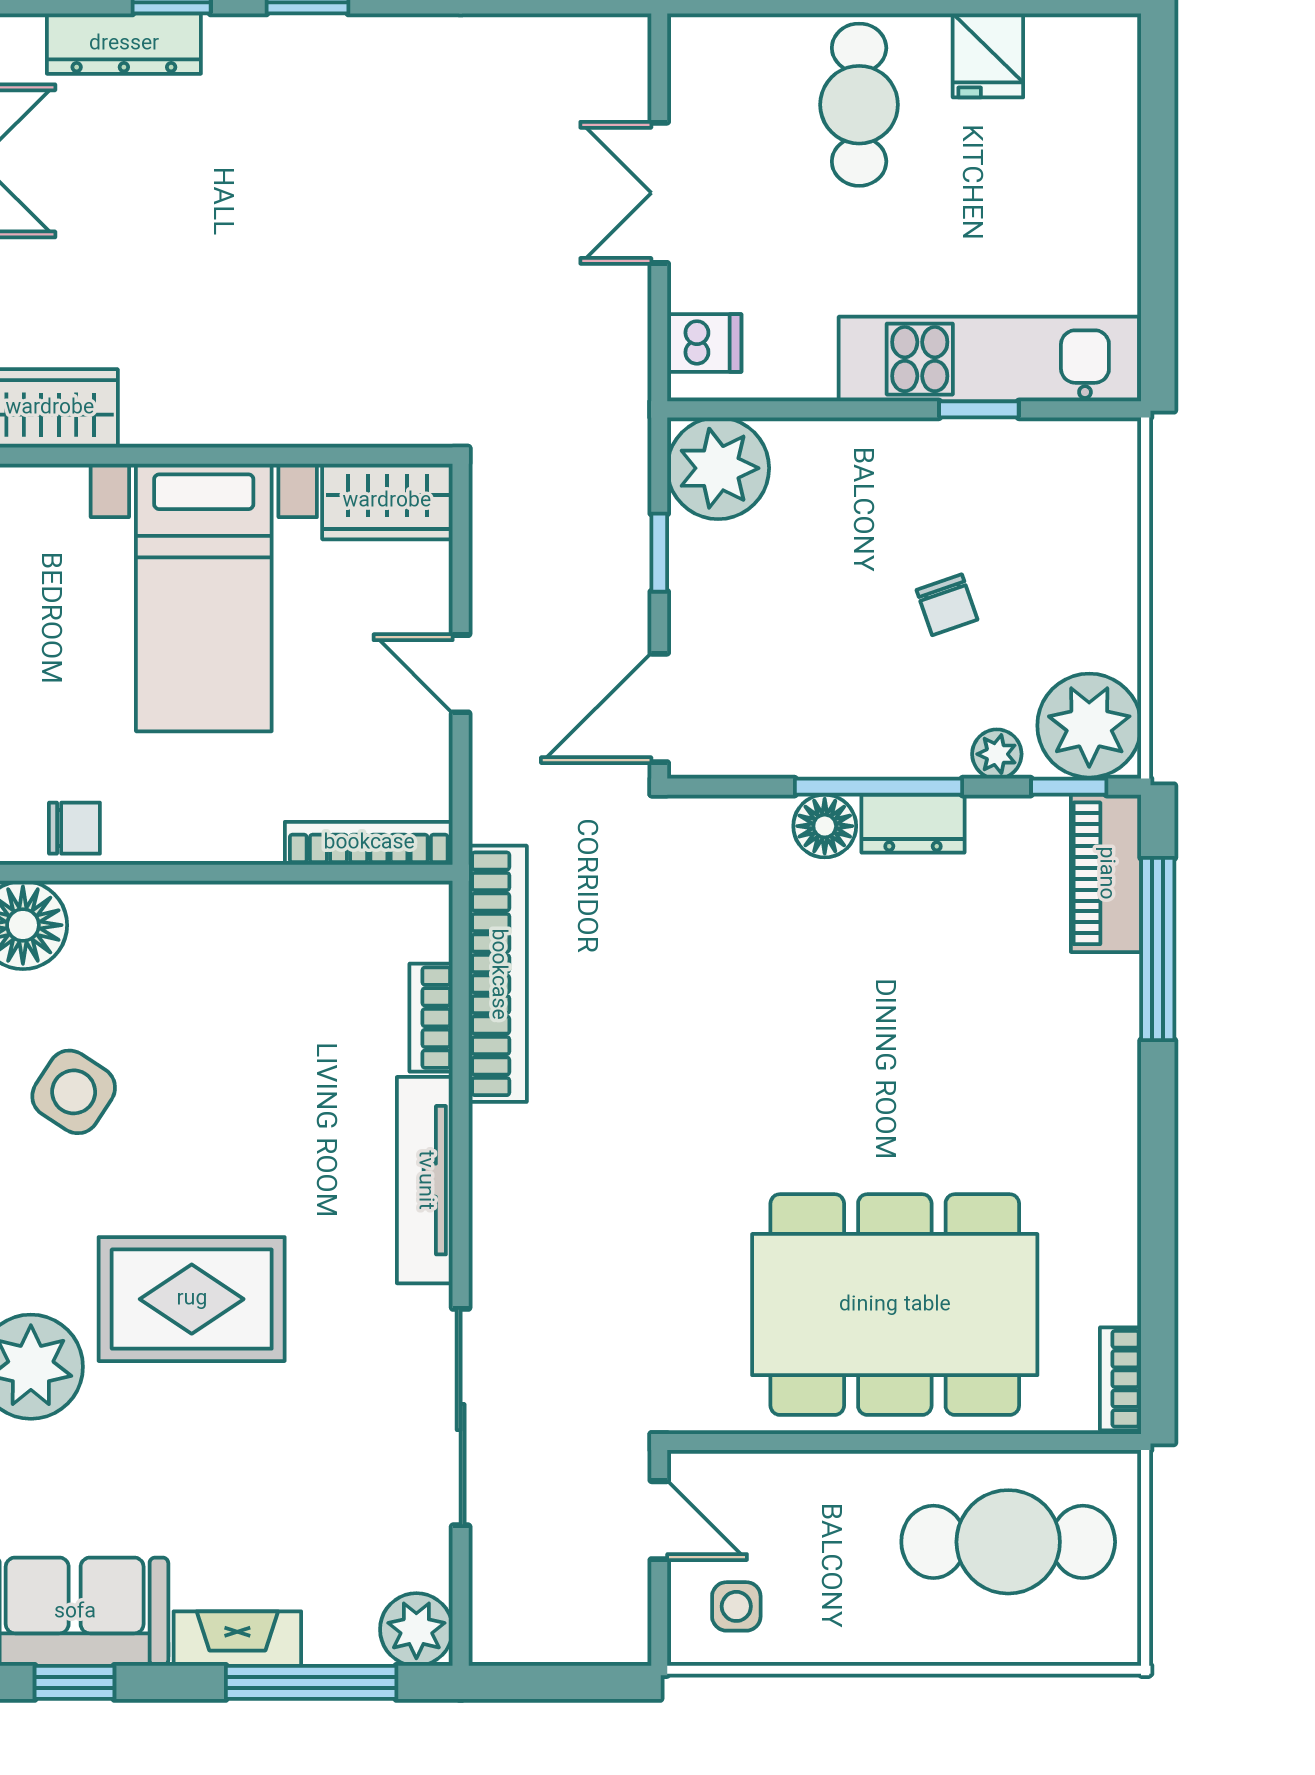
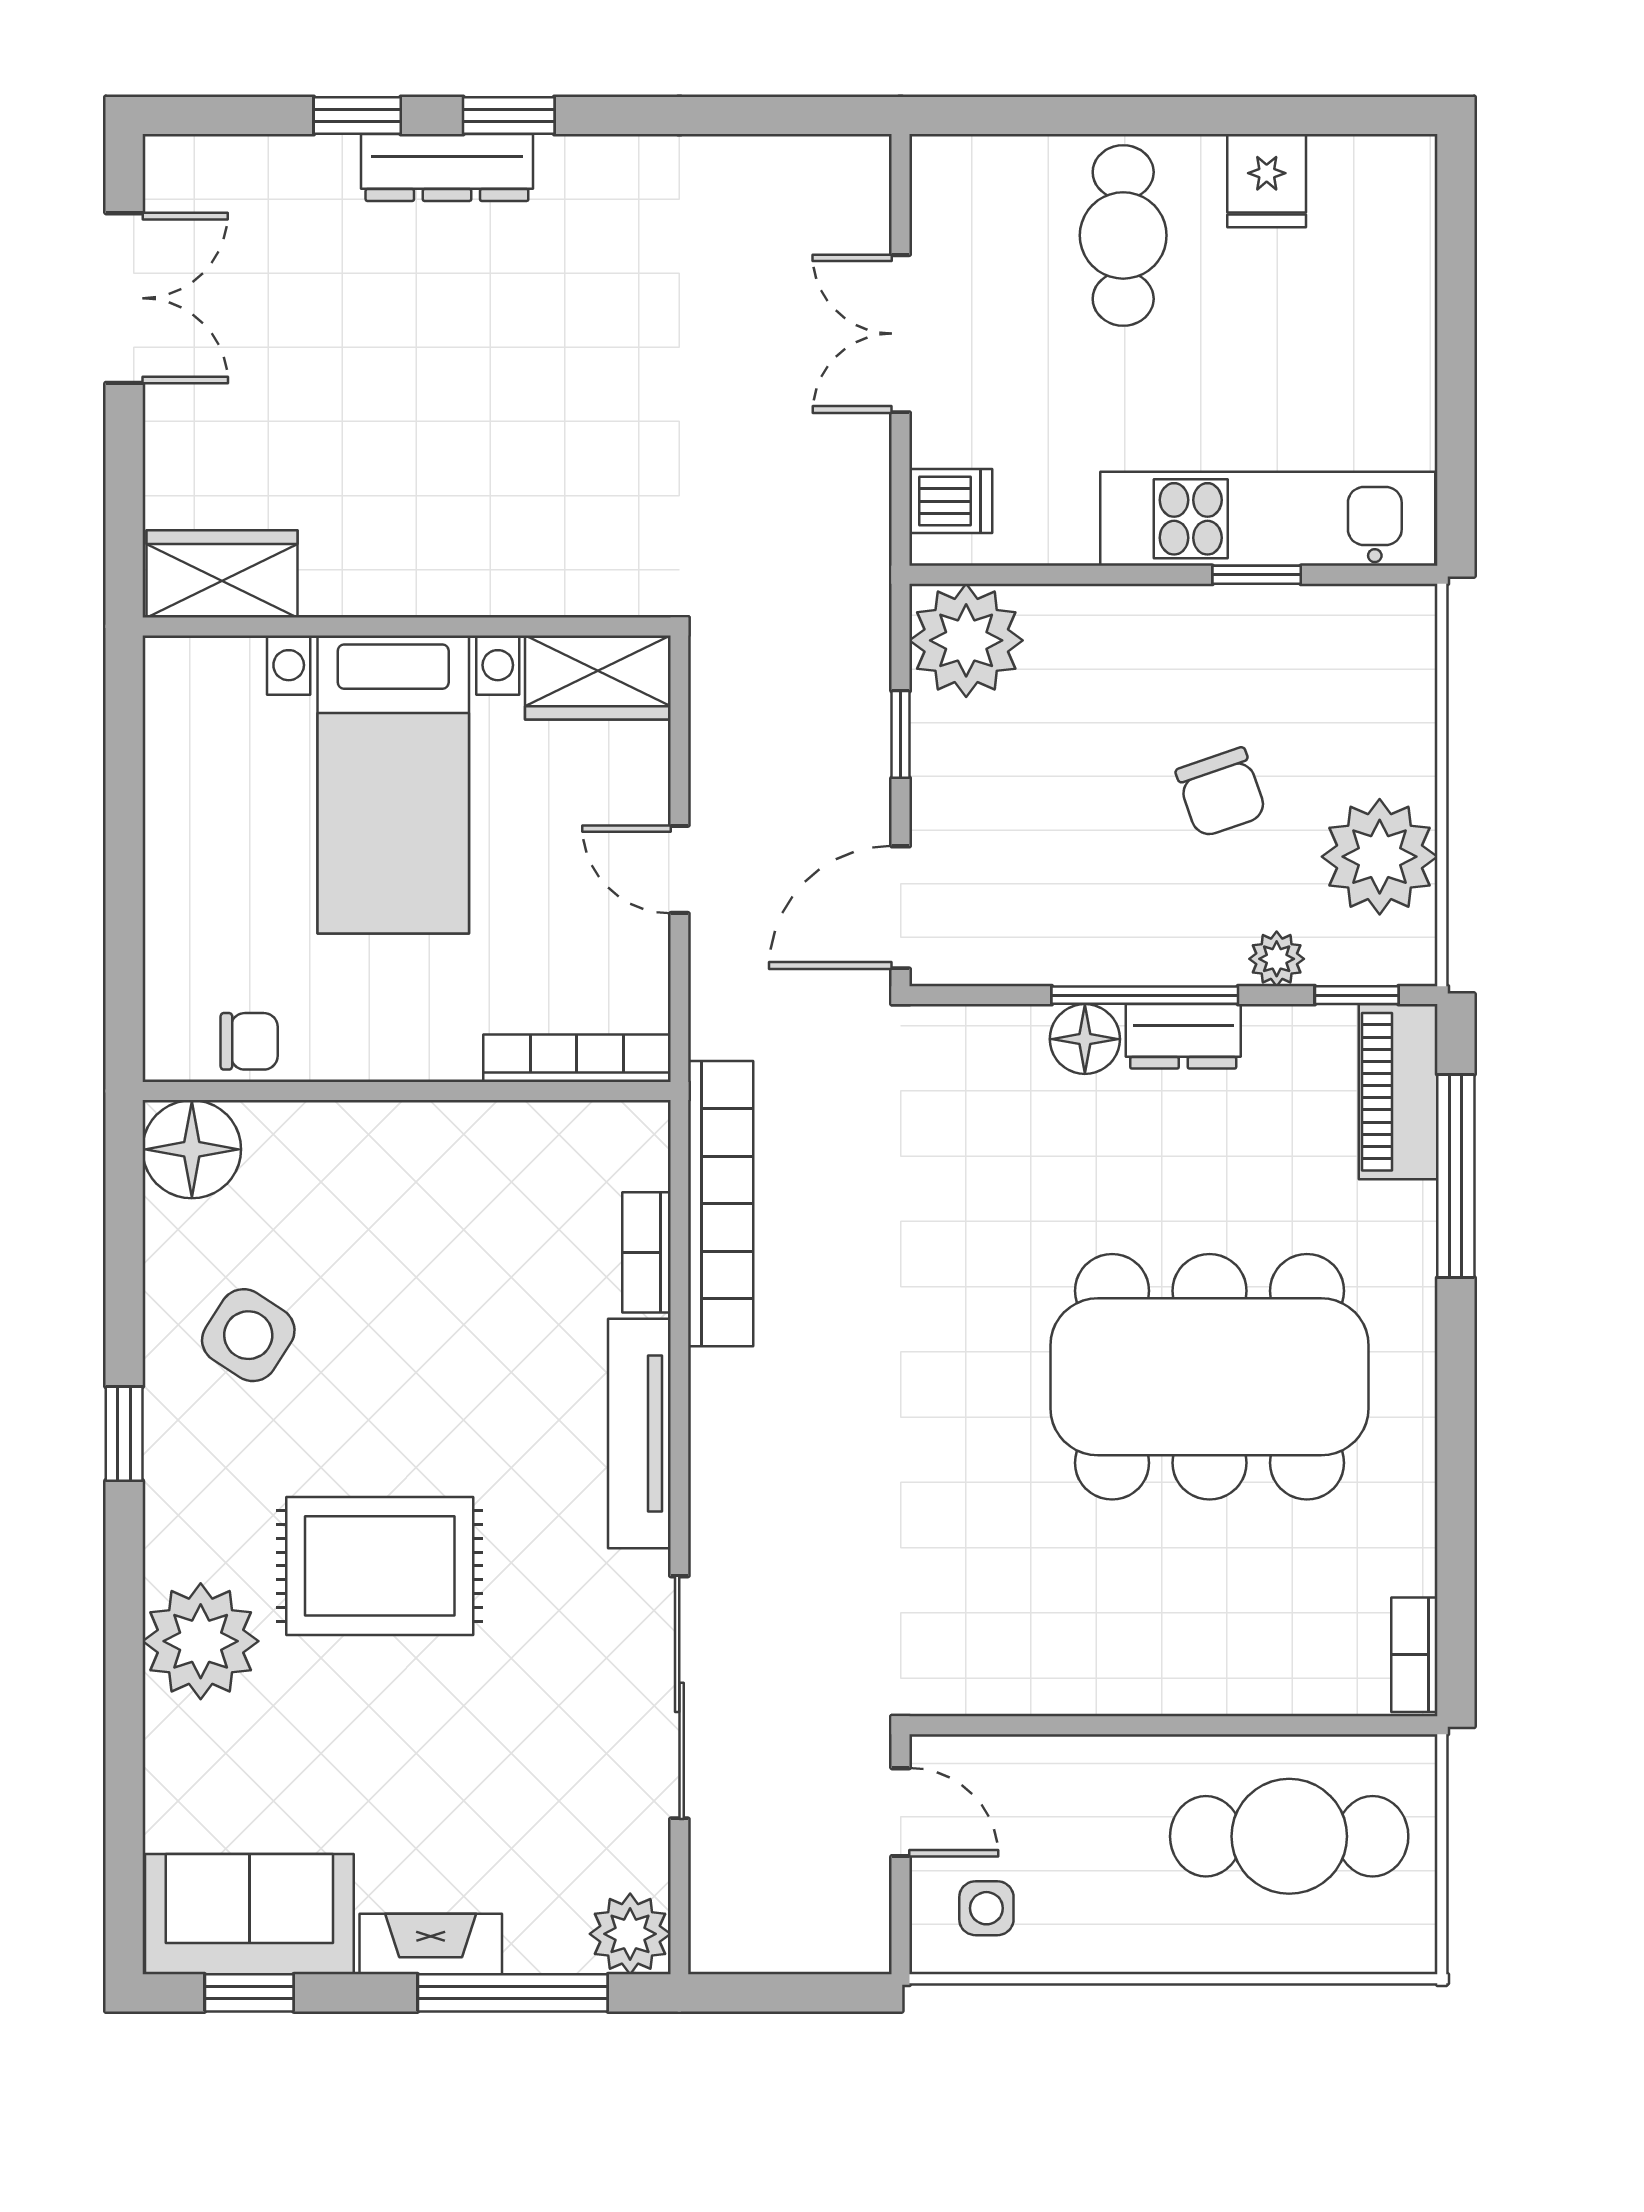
dresser: (124, 44) -> (447, 167), moved
chair: (947, 605) -> (1221, 793), width x1.37, depth x1.37
plant: (1089, 726) -> (1380, 857), moved
dining table: (895, 1305) -> (1210, 1377), moved

